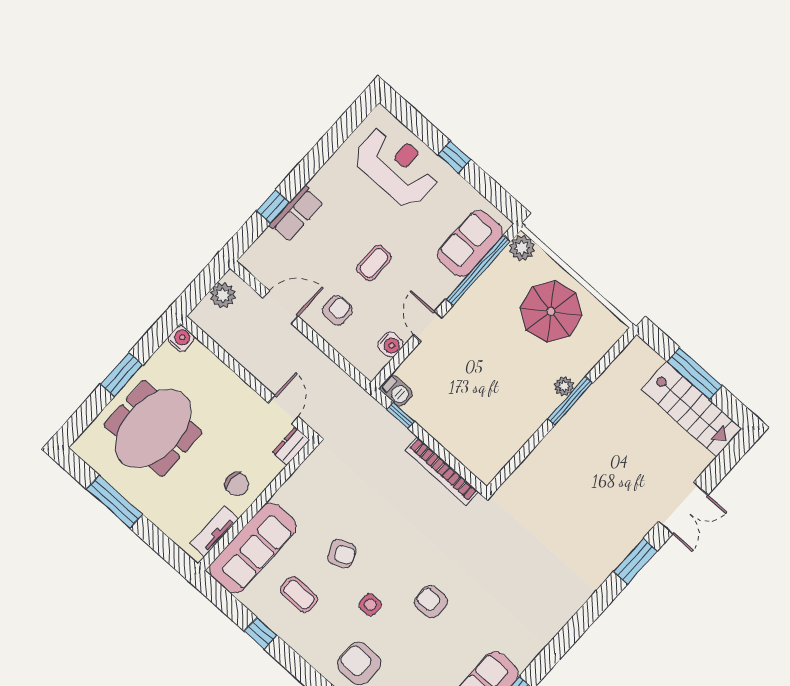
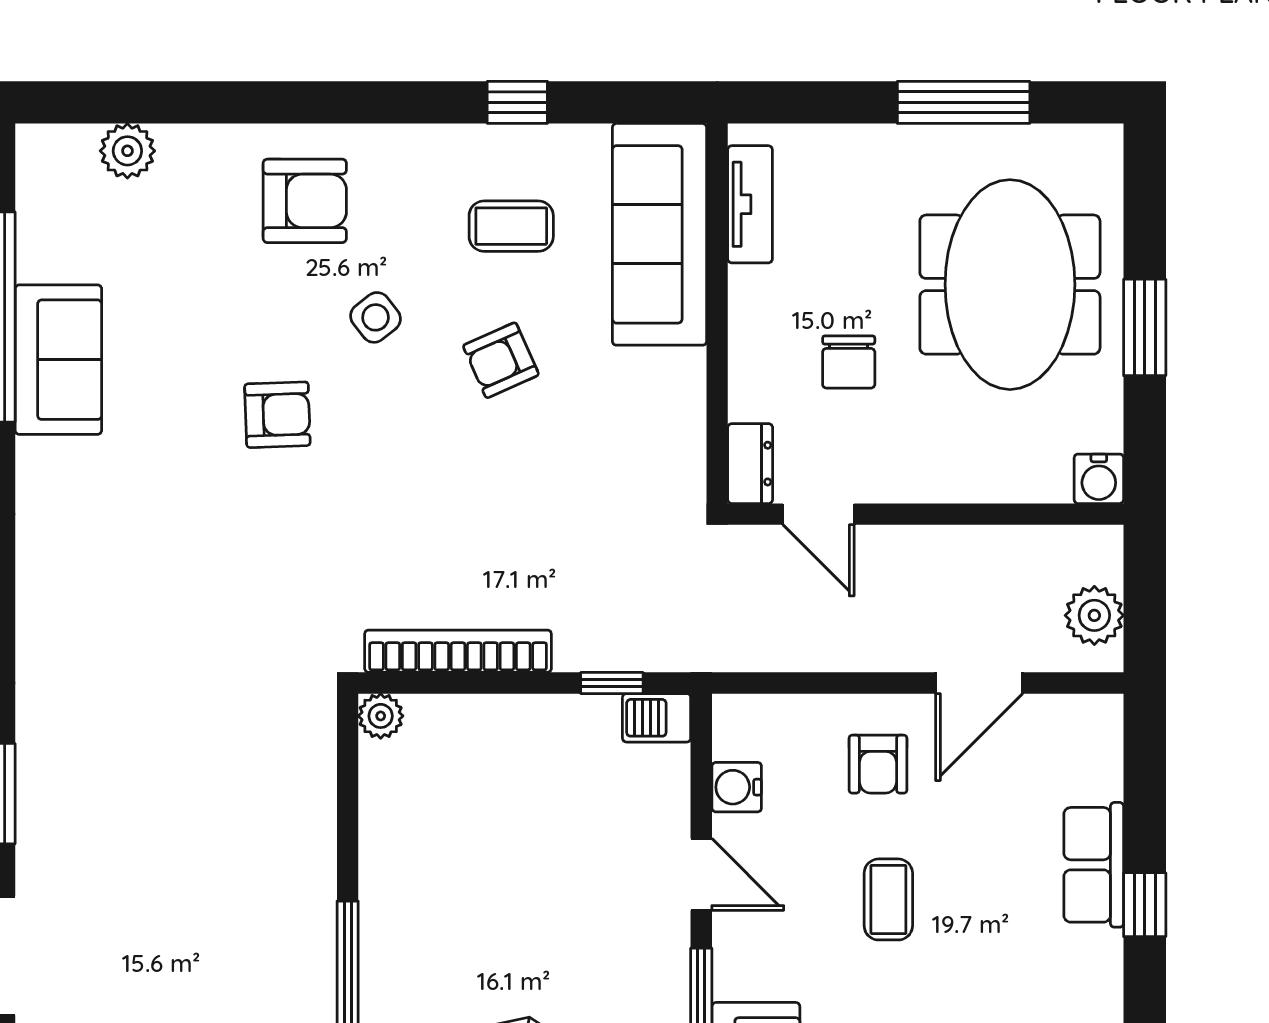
window: (273, 206) -> (1145, 905), moved
plant: (564, 386) -> (381, 716), moved
chair: (237, 484) -> (849, 362), moved, turned -90
side table: (370, 605) -> (376, 317), turned -38

